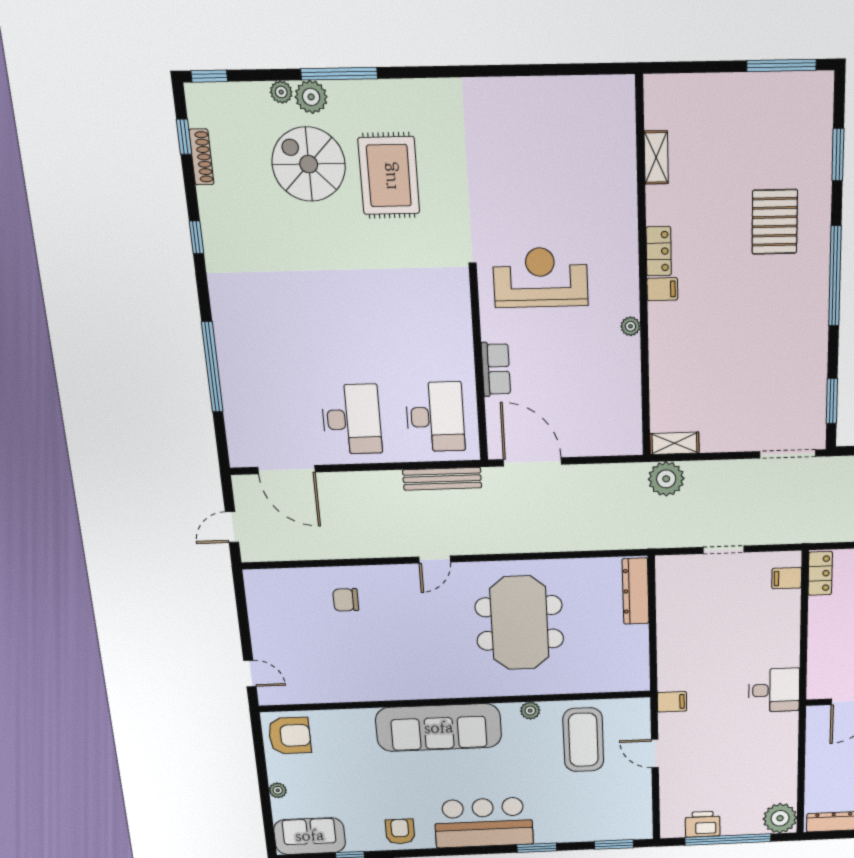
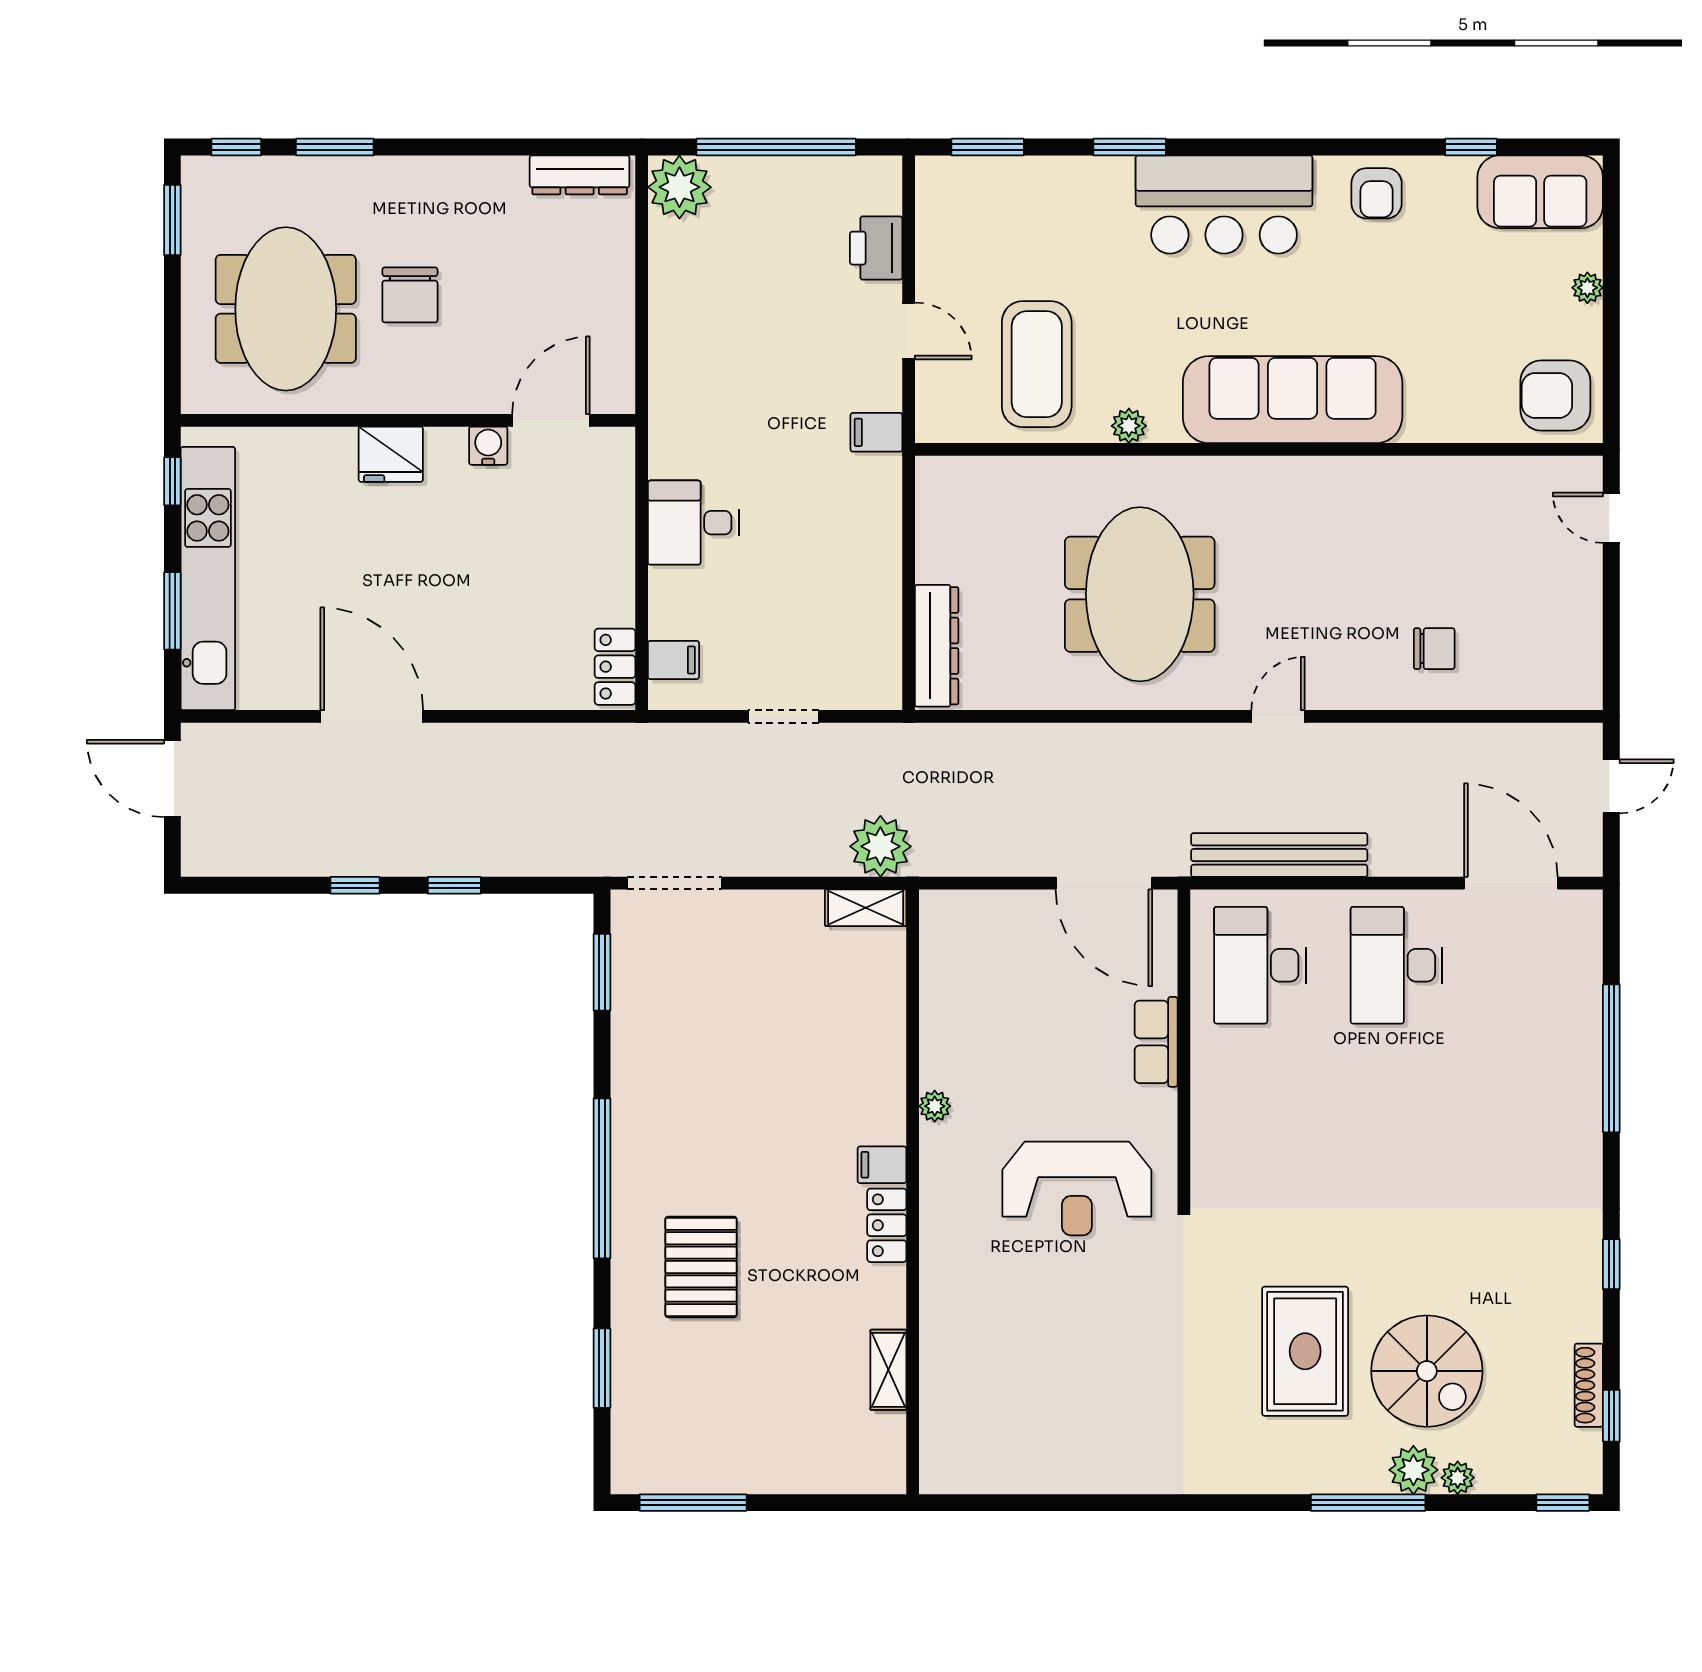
bench: (442, 479) -> (1279, 855), width x1.37, depth x1.21
desk: (774, 690) -> (693, 523), moved
printer: (703, 824) -> (876, 248), moved, turned 90

